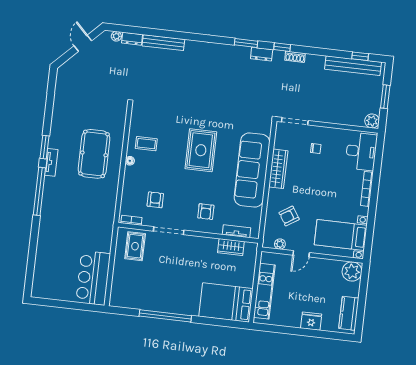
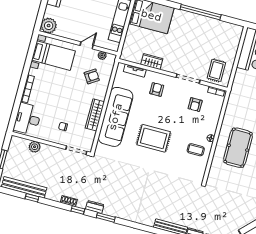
window: (360, 56) -> (32, 198), moved
plant: (372, 121) -> (35, 147), moved
rug: (201, 150) -> (154, 138), turned 90
wardrobe: (231, 247) -> (152, 62), moved

